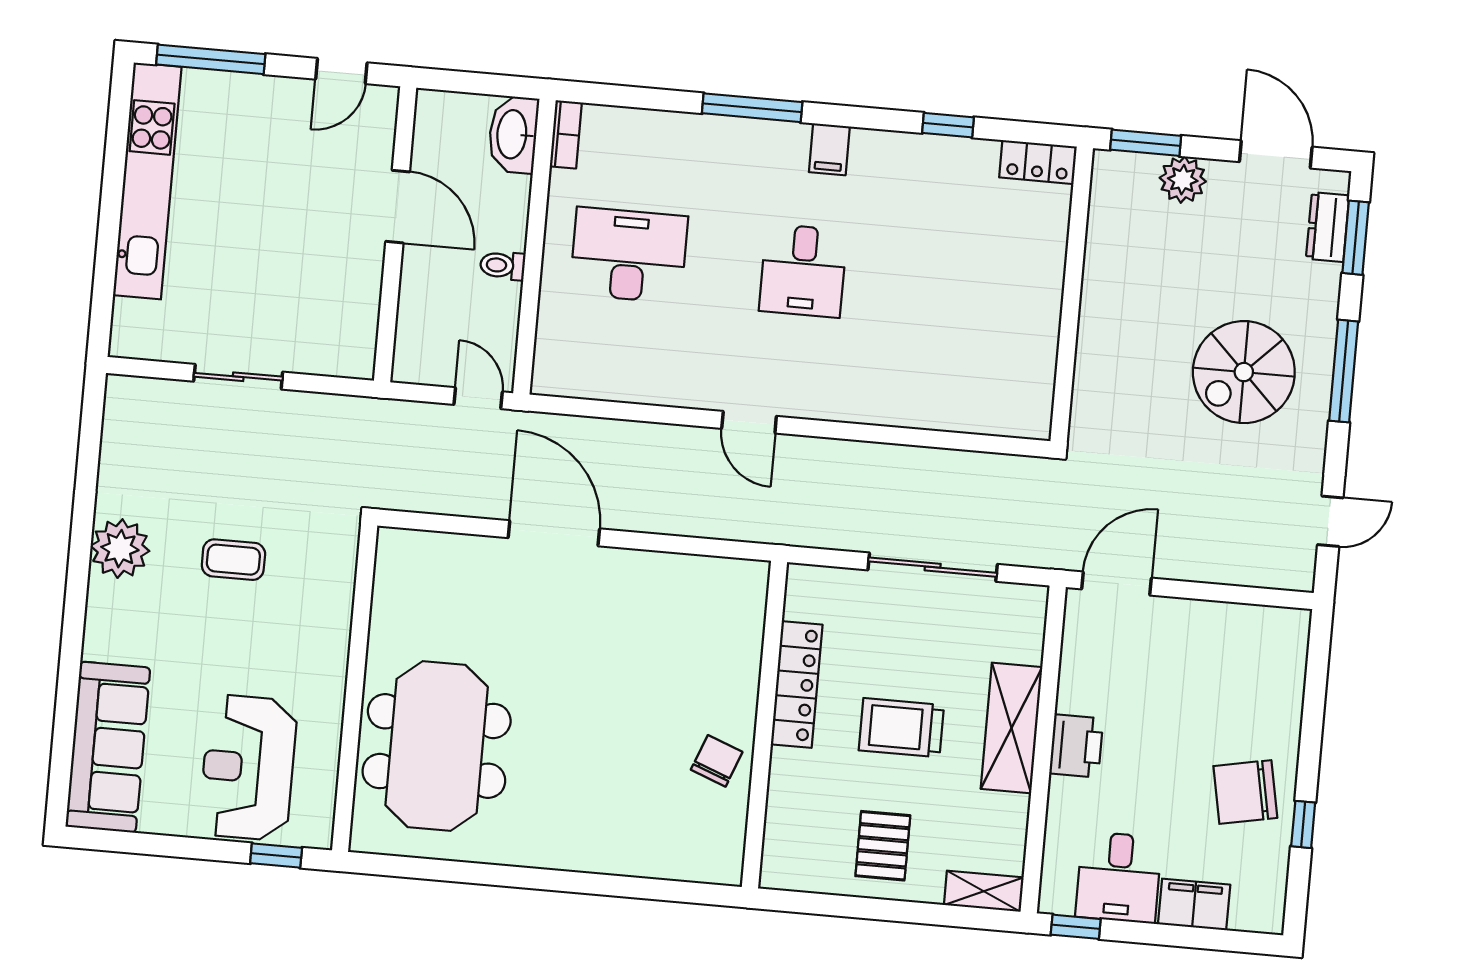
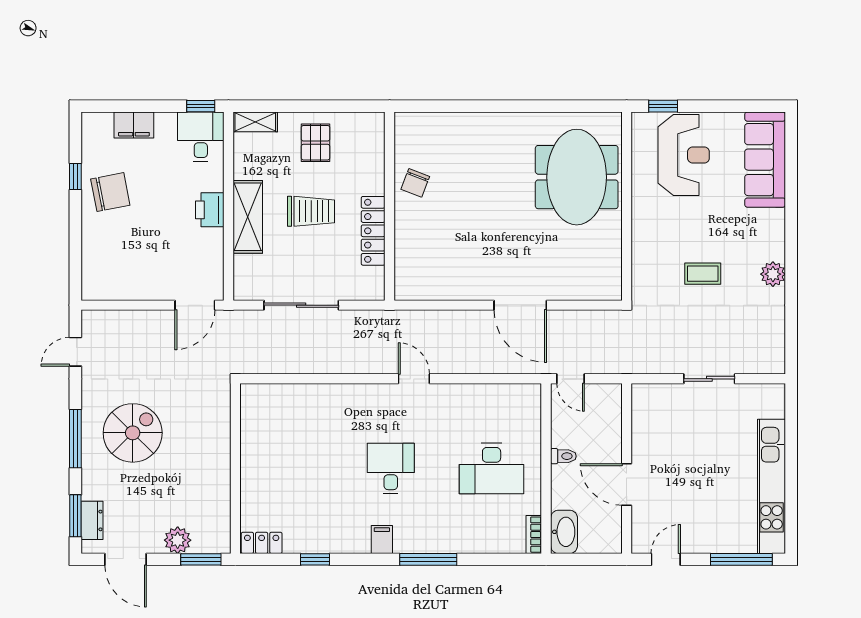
plant: (120, 549) -> (773, 274), width x0.73, depth x0.73
desk: (1119, 877) -> (201, 137), moved

